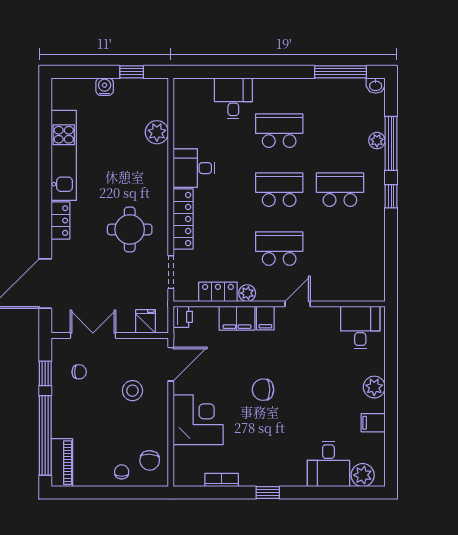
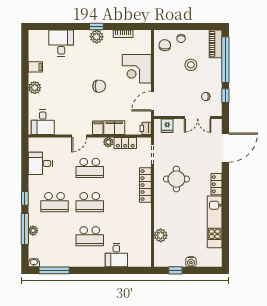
desk: (194, 168) -> (40, 163), moved, turned 180
stool: (132, 391) -> (191, 65), moved
plant: (363, 475) -> (97, 37), moved

